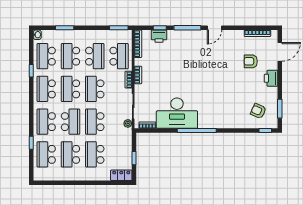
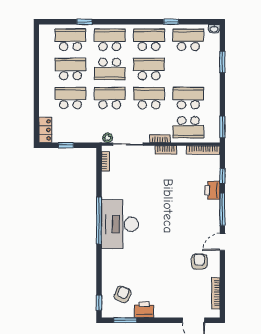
door: (215, 28) -> (222, 242), hinge flipped
printer: (159, 36) -> (212, 190), moved
school desk: (70, 56) -> (188, 69), removed
school desk: (95, 56) -> (188, 98), turned 180
armchair: (251, 61) -> (199, 262), moved
printer: (271, 78) -> (144, 310), moved
desk: (177, 113) -> (120, 224), moved

